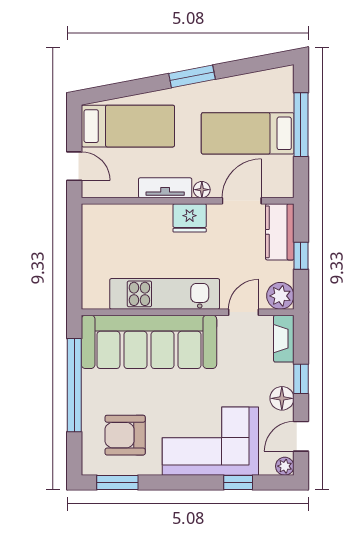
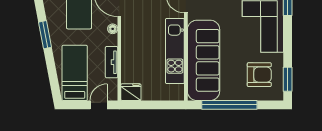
tv unit: (165, 188) -> (112, 62), moved
fridge: (190, 218) -> (131, 92), moved, turned -90
armchair: (125, 435) -> (259, 75), turned -90

